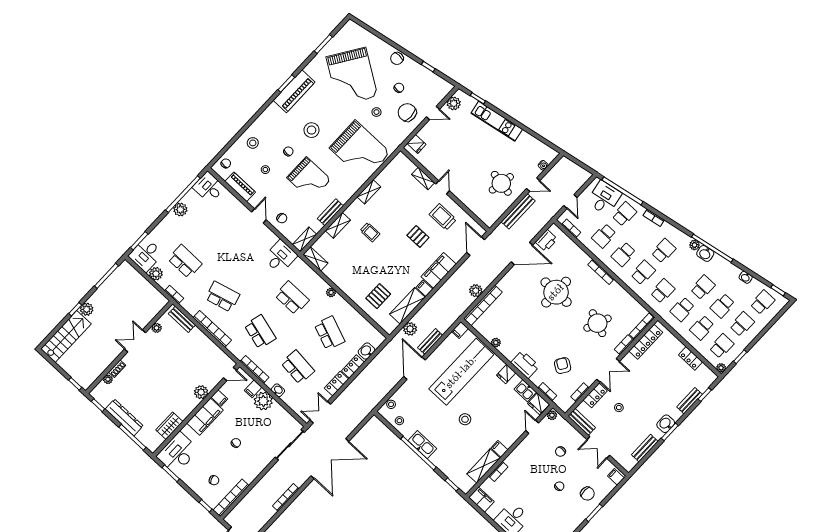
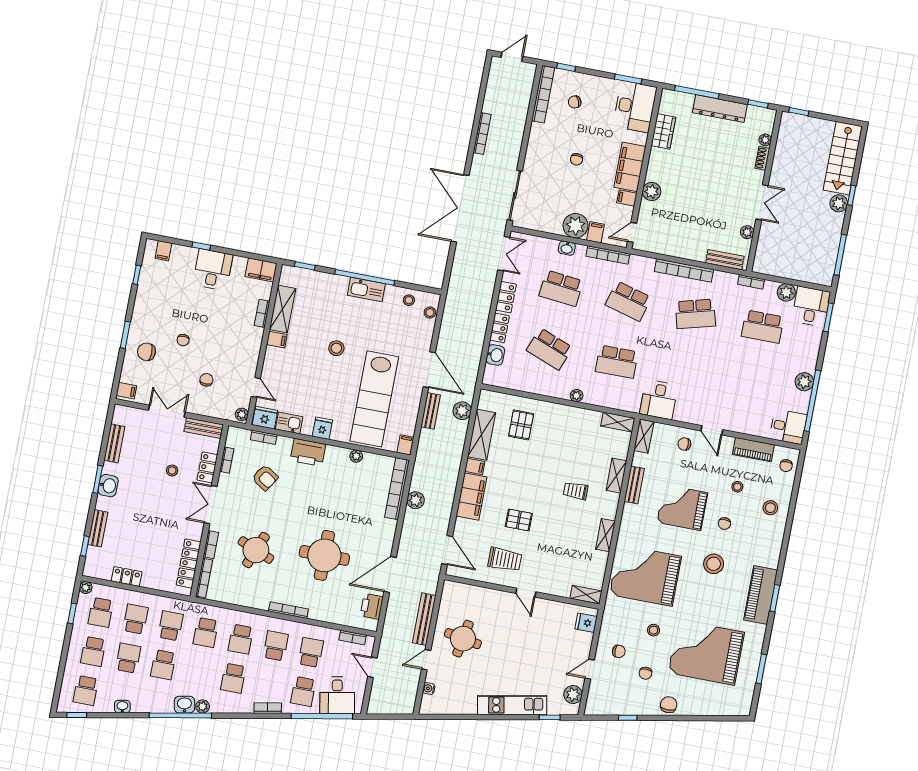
grand piano: (352, 77) -> (706, 652), turned -33
chair: (407, 112) -> (619, 651), width x0.54, depth x0.54
shelving: (423, 178) -> (586, 595), moved

